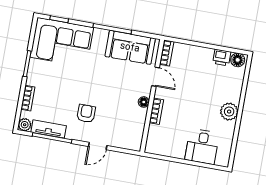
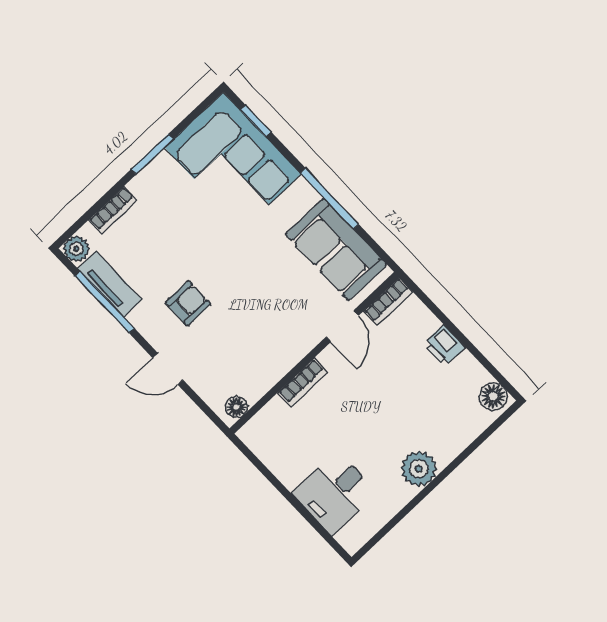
printer: (222, 58) -> (444, 346), moved
floor lamp: (144, 102) -> (236, 407), moved

